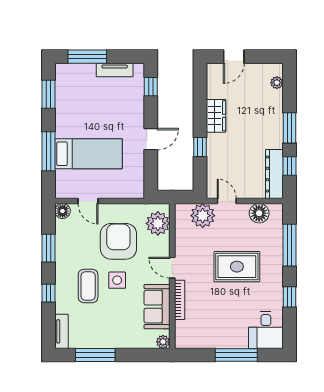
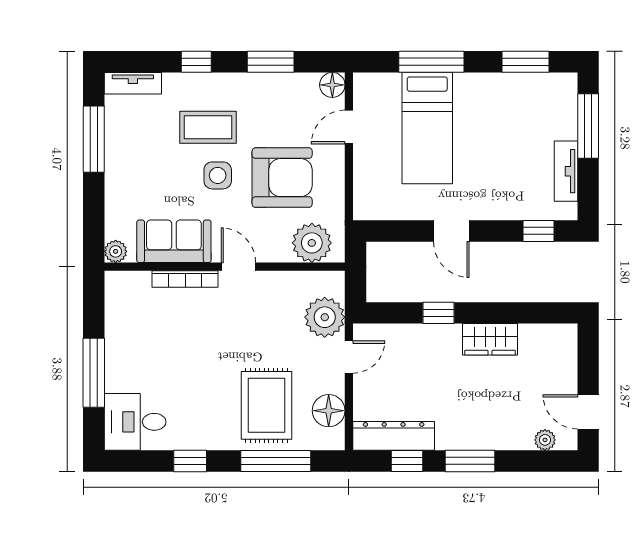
door: (234, 57) -> (588, 412), moved
rug: (237, 267) -> (266, 405), moved
door: (172, 268) -> (238, 267), hinge flipped

